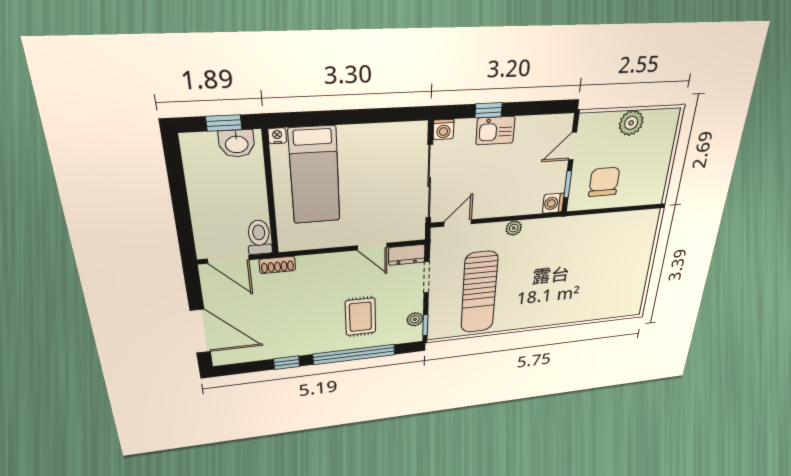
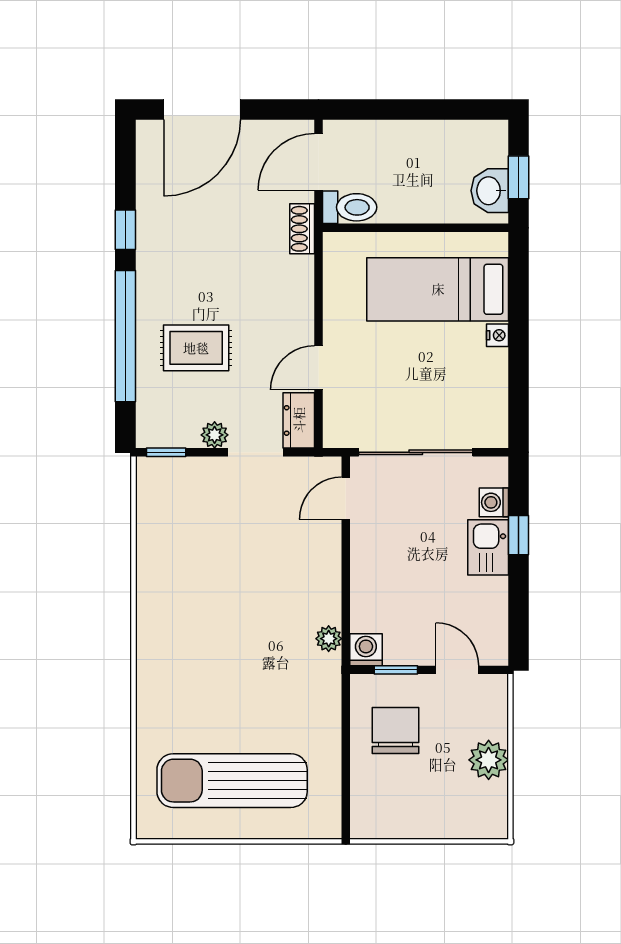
washing machine: (443, 130) -> (494, 502), moved
nightstand: (277, 136) -> (497, 335), moved
chair: (604, 182) -> (395, 731), turned -90
door: (458, 223) -> (346, 498), swing flipped
plant: (514, 228) -> (329, 639), moved
sun lounger: (479, 292) -> (232, 781), moved
plant: (415, 319) -> (215, 435), moved

